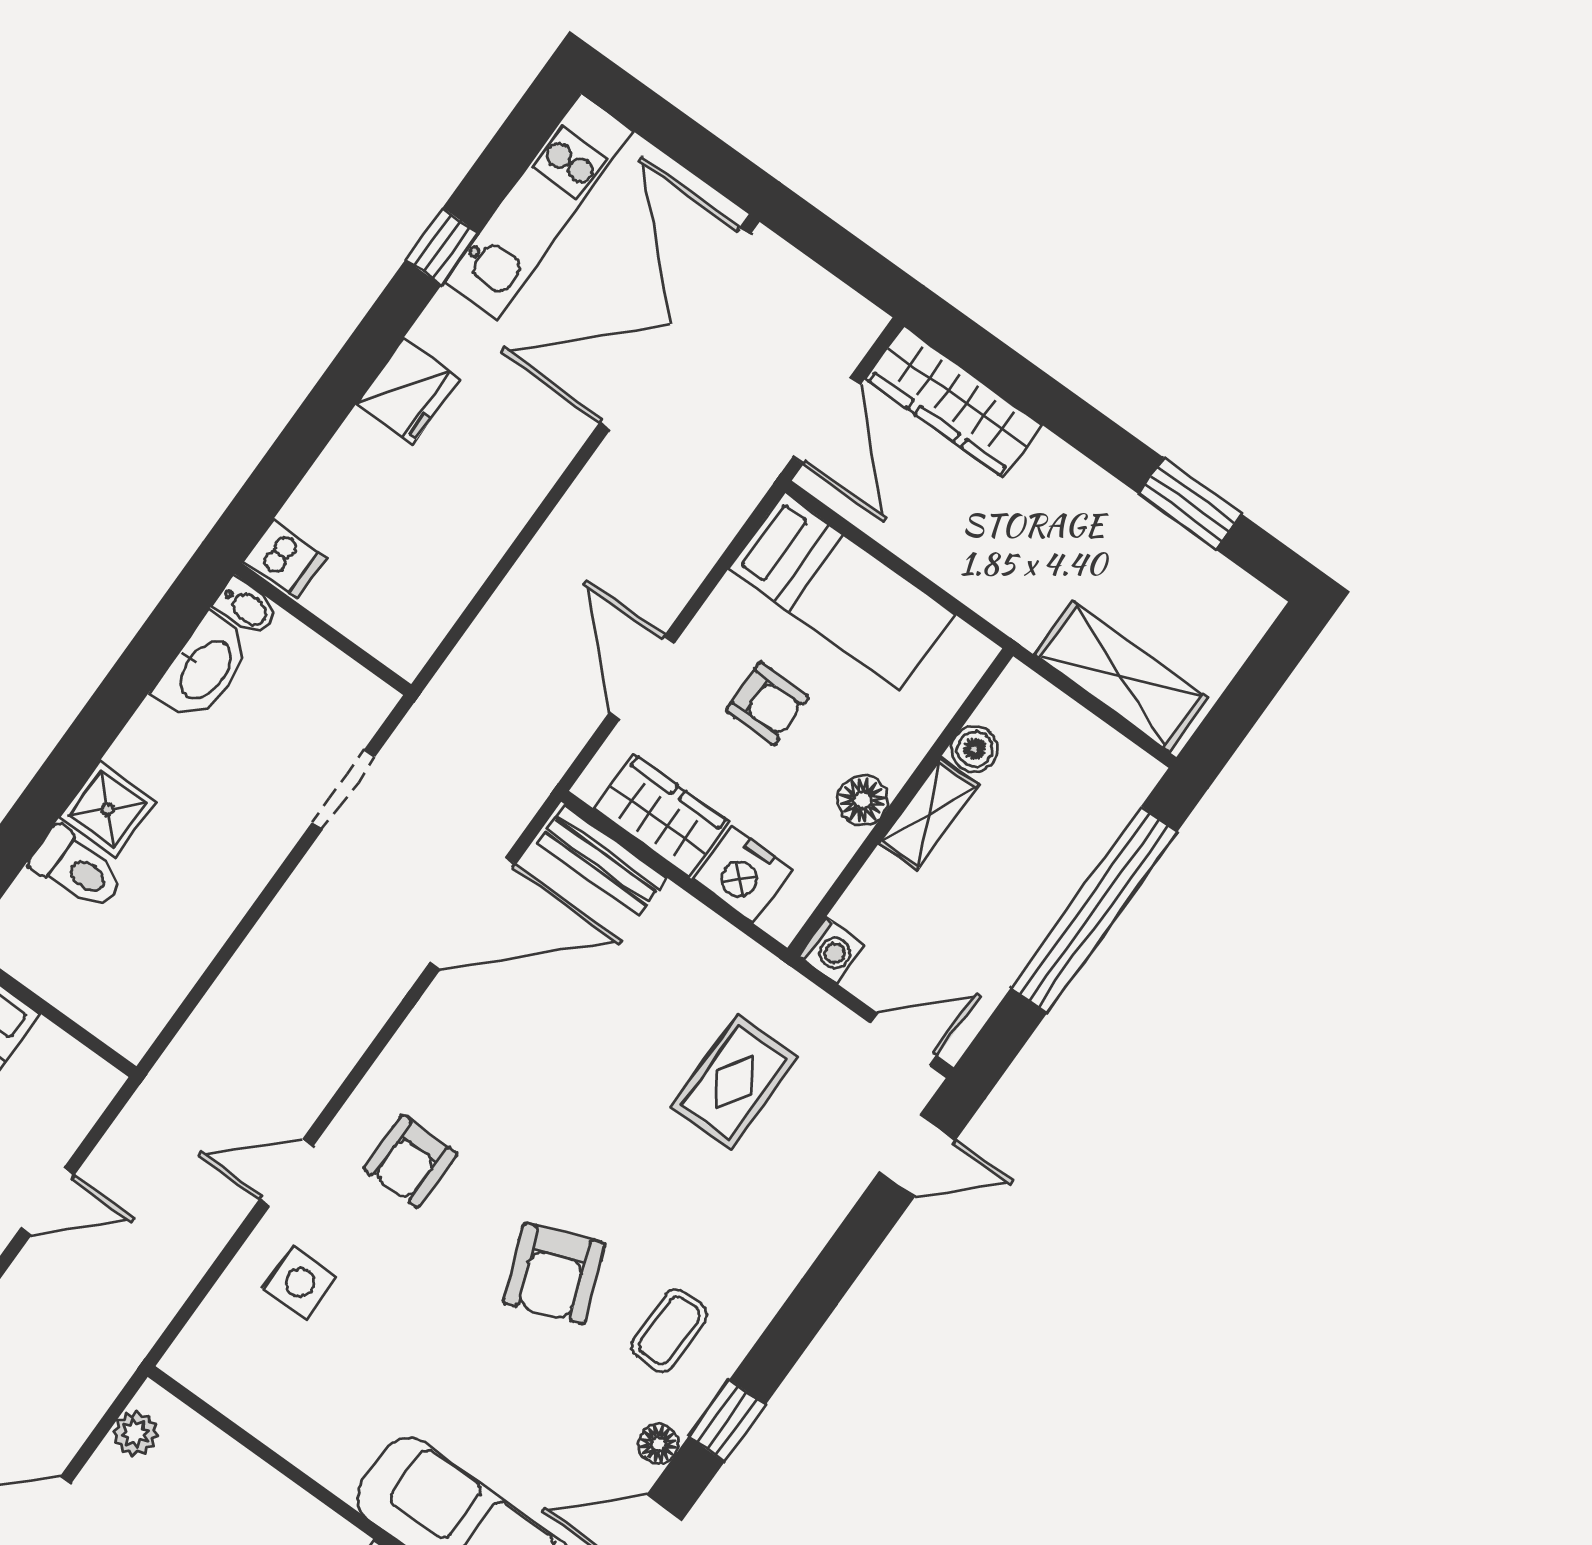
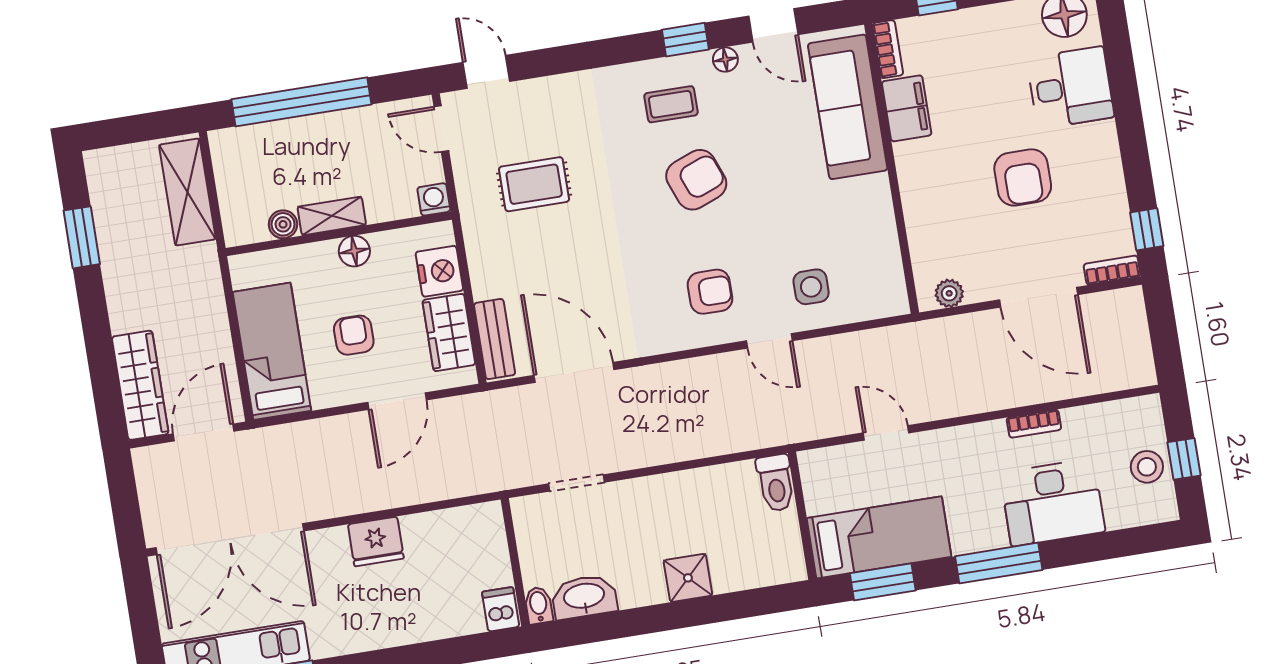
fridge: (408, 391) -> (376, 541), moved, turned 180
toilet: (77, 869) -> (776, 483), moved, turned 180

